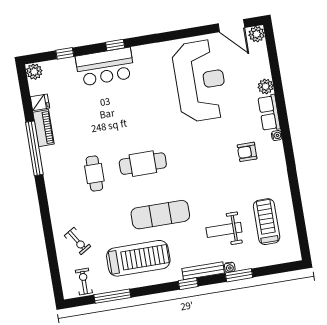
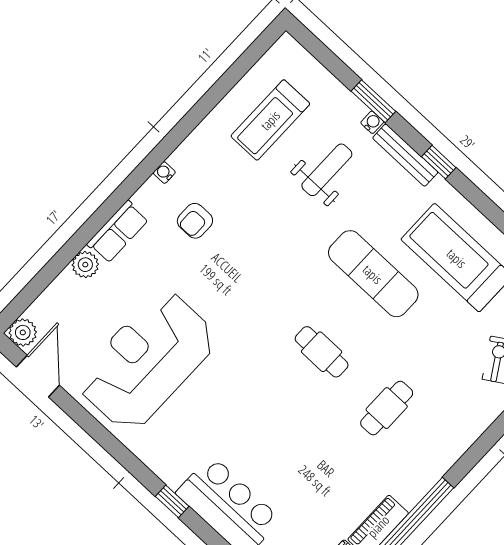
window: (115, 45) -> (172, 501), moved
water cooler: (277, 136) -> (164, 173), moved
armchair: (247, 152) -> (195, 221), turned 90
cafe table: (143, 164) -> (322, 352), width x0.73, depth x0.74
weight bench: (224, 230) -> (327, 170), turned -90

